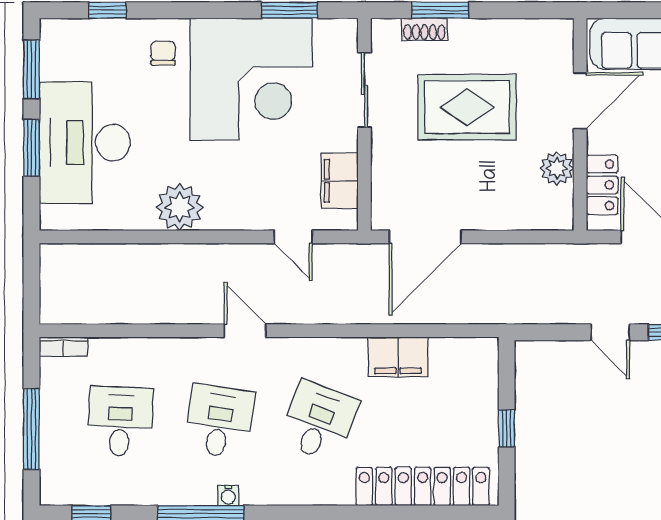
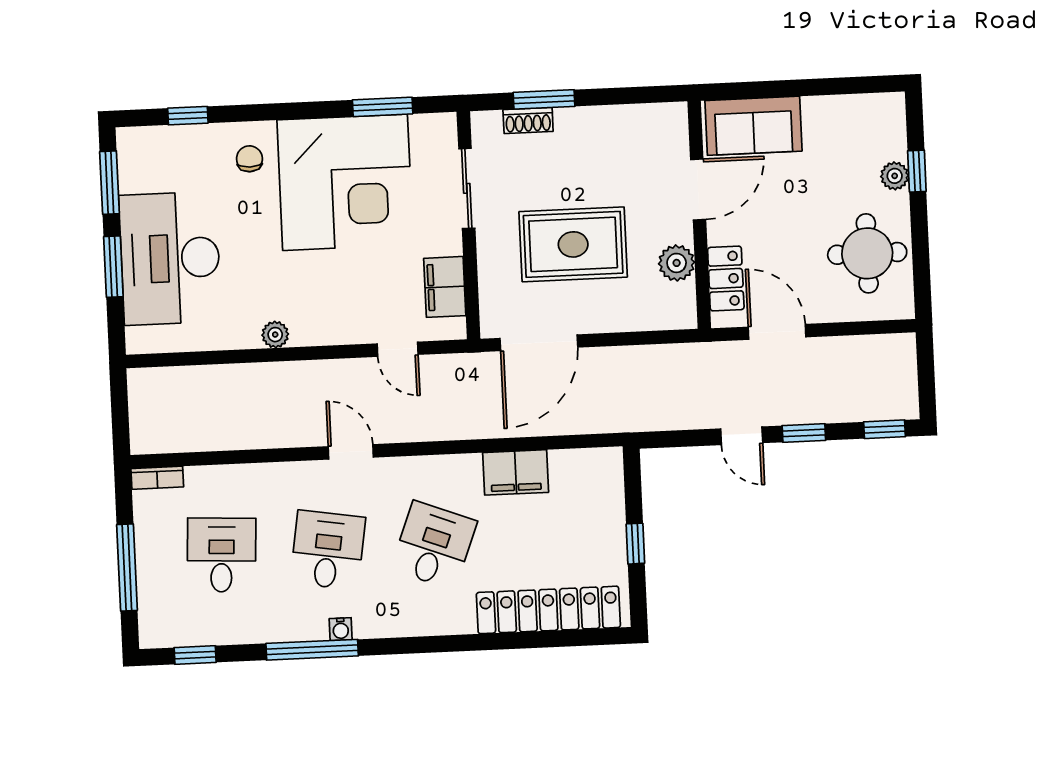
rug: (467, 107) -> (573, 244), moved
plant: (180, 207) -> (275, 335), width x0.53, depth x0.53

